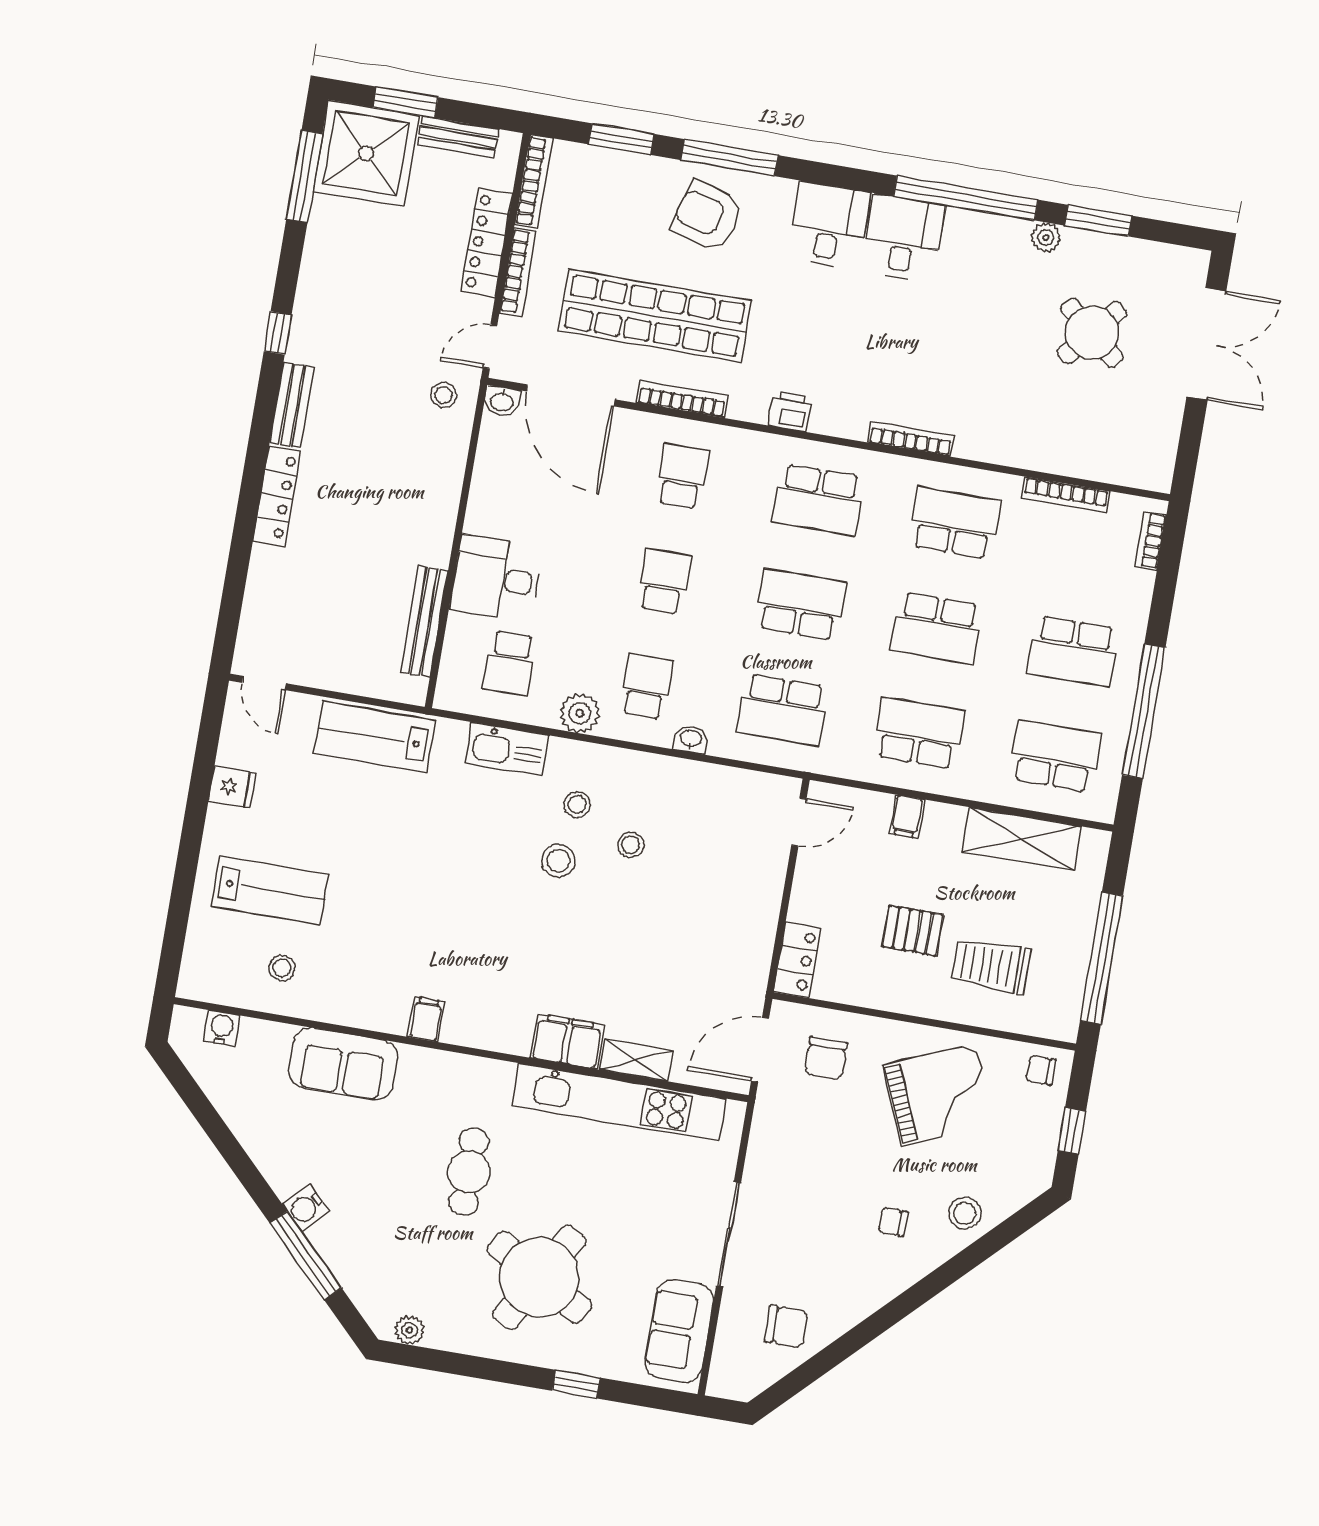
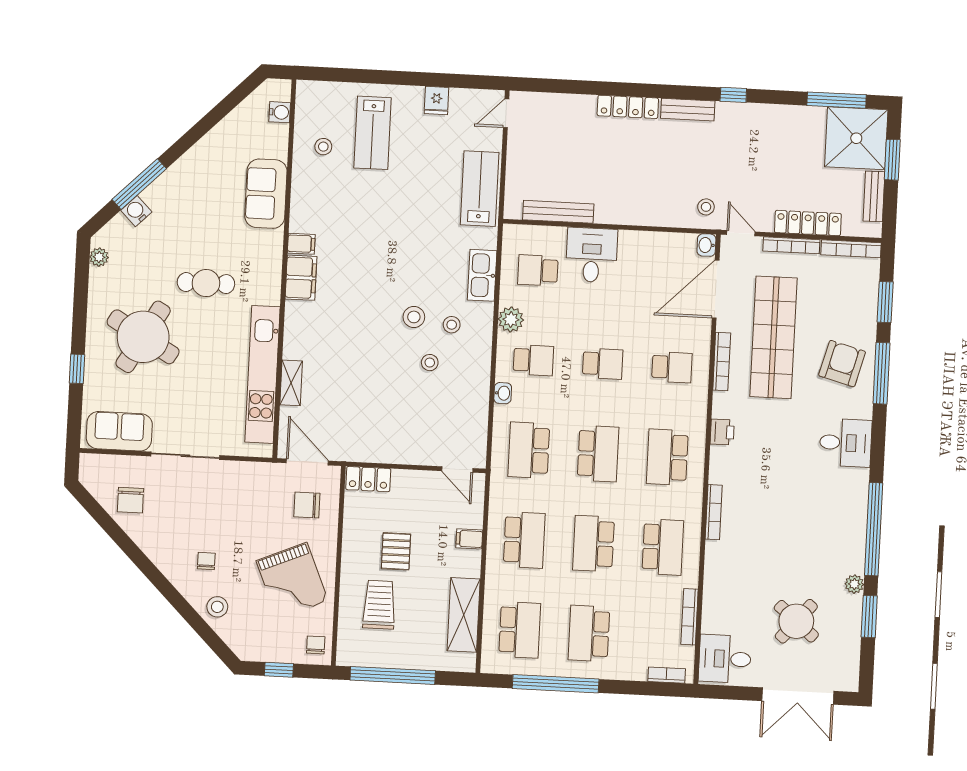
desk: (903, 238) -> (725, 659), moved, turned 180
filing cabinet: (567, 1041) -> (301, 278), moved
water cooler: (306, 1208) -> (136, 211), moved

